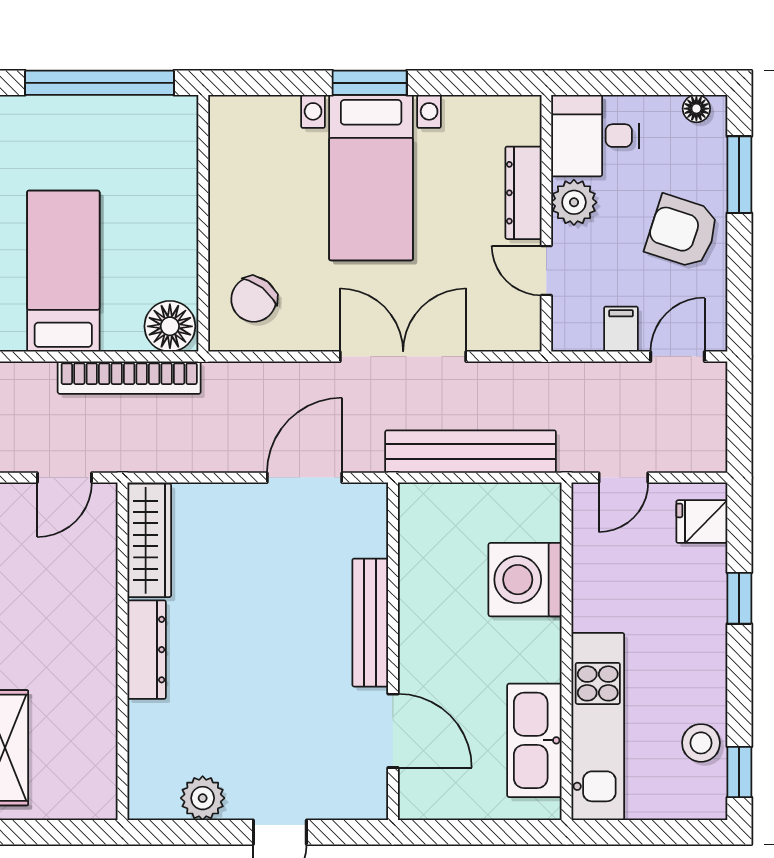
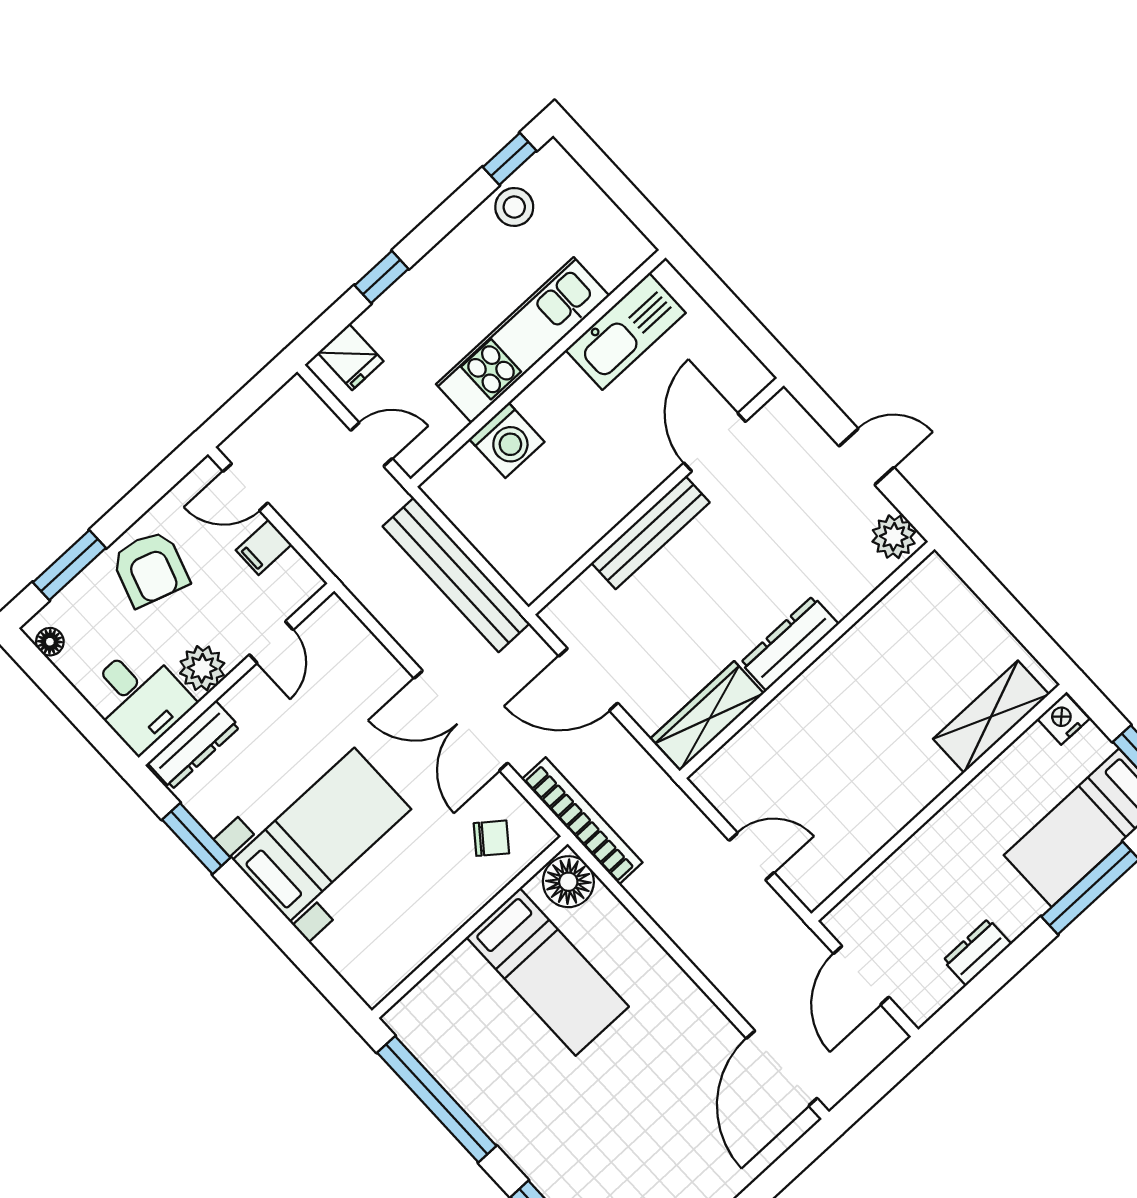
window: (370, 83) -> (196, 839), moved
dresser: (523, 193) -> (194, 745), moved
bed: (63, 271) -> (548, 972), moved, turned -90
chair: (254, 299) -> (491, 838), width x0.73, depth x0.73
double door: (403, 357) -> (461, 721), moved
bookcase: (129, 378) -> (582, 821), moved
wardrobe: (149, 540) -> (707, 716), moved
washing machine: (525, 580) -> (507, 440), width x0.73, depth x0.73
dresser: (147, 650) -> (790, 643), moved
wall: (122, 651) -> (807, 660), moved
kitchen unit: (598, 726) -> (523, 340), moved

